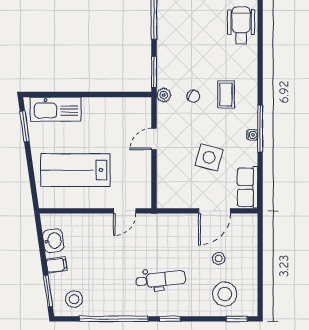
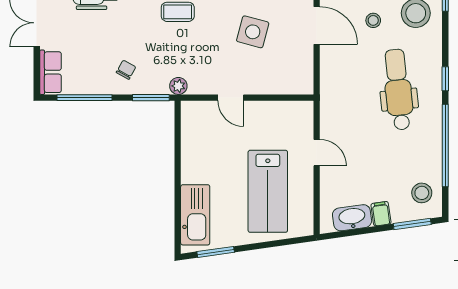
chair: (193, 96) -> (126, 70), moved
door: (125, 211) -> (317, 153), moved
washbasin: (53, 241) -> (352, 218), width x1.38
dental chair: (161, 279) -> (398, 90), width x1.36, depth x1.38

